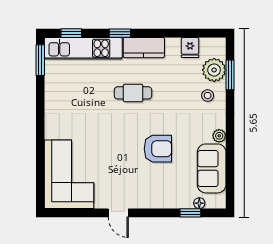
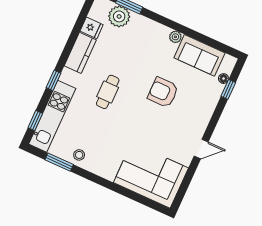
kitchen counter: (144, 48) -> (80, 53), moved
window: (40, 60) -> (59, 162), moved
stool: (208, 96) -> (79, 155), moved
armchair: (158, 149) -> (163, 92), turned -90

